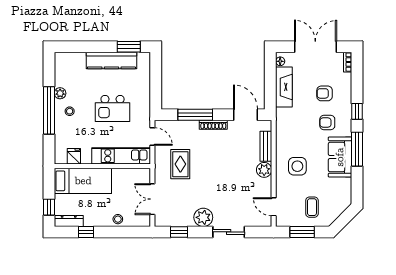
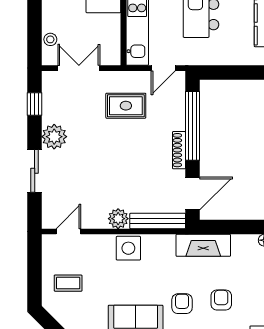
fireplace: (284, 87) -> (203, 245), moved
window: (195, 115) -> (193, 126), width x1.46
bench: (266, 146) -> (158, 221), width x1.36
side table: (297, 166) -> (128, 248), moved
stool: (118, 219) -> (50, 39), moved
window: (302, 232) -> (35, 270), removed

